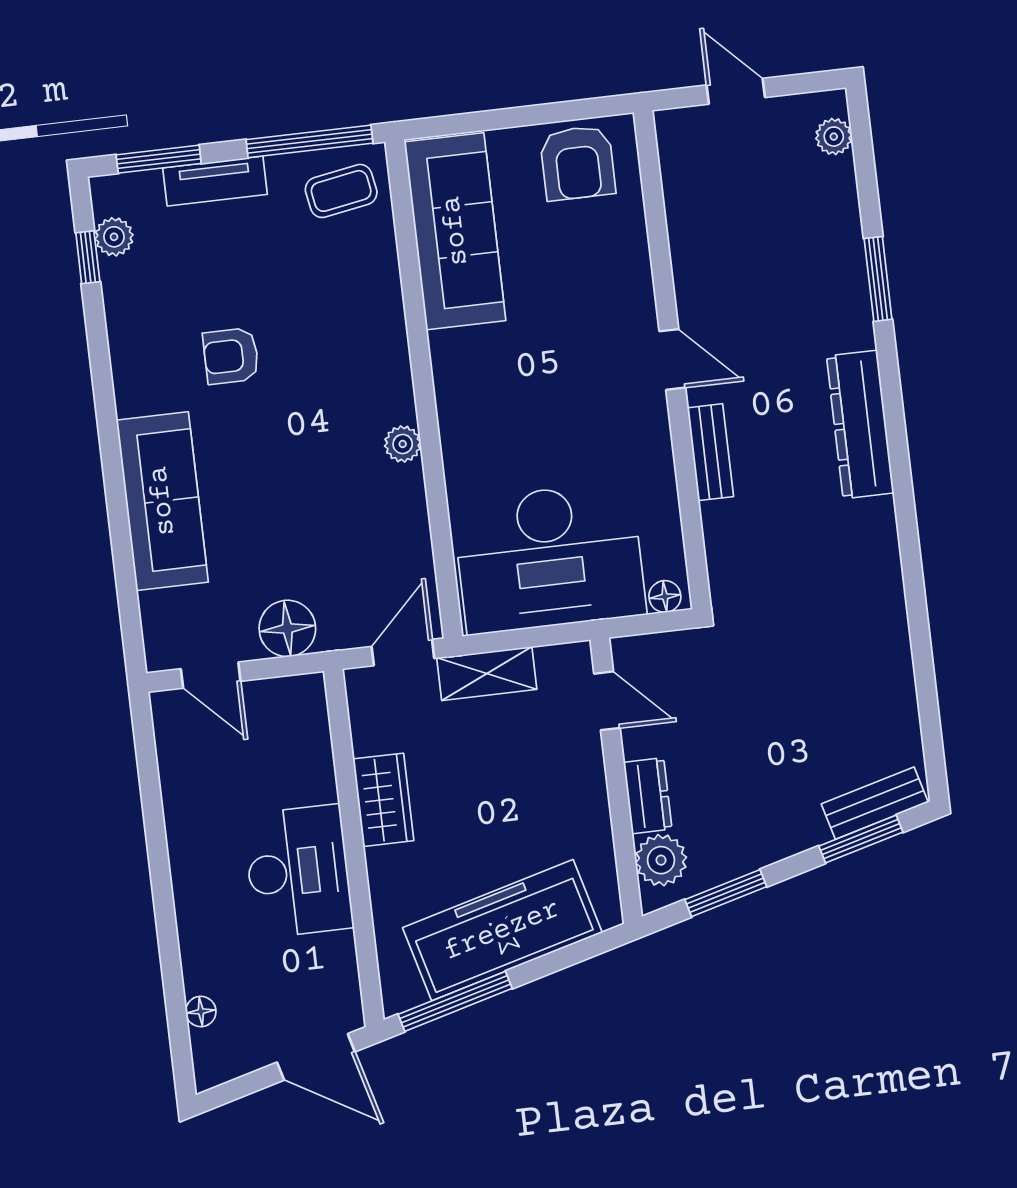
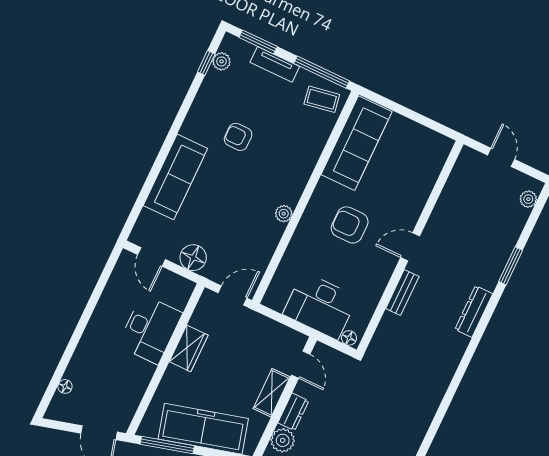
armchair: (578, 163) -> (350, 225), moved, turned 90
door: (672, 359) -> (410, 247), swing flipped
dresser: (860, 424) -> (474, 311), width x0.73, depth x0.80
desk: (549, 558) -> (320, 306), width x0.73, depth x0.77
shelving: (487, 674) -> (272, 393), moved, turned 90
desk: (298, 871) -> (150, 329), moved

